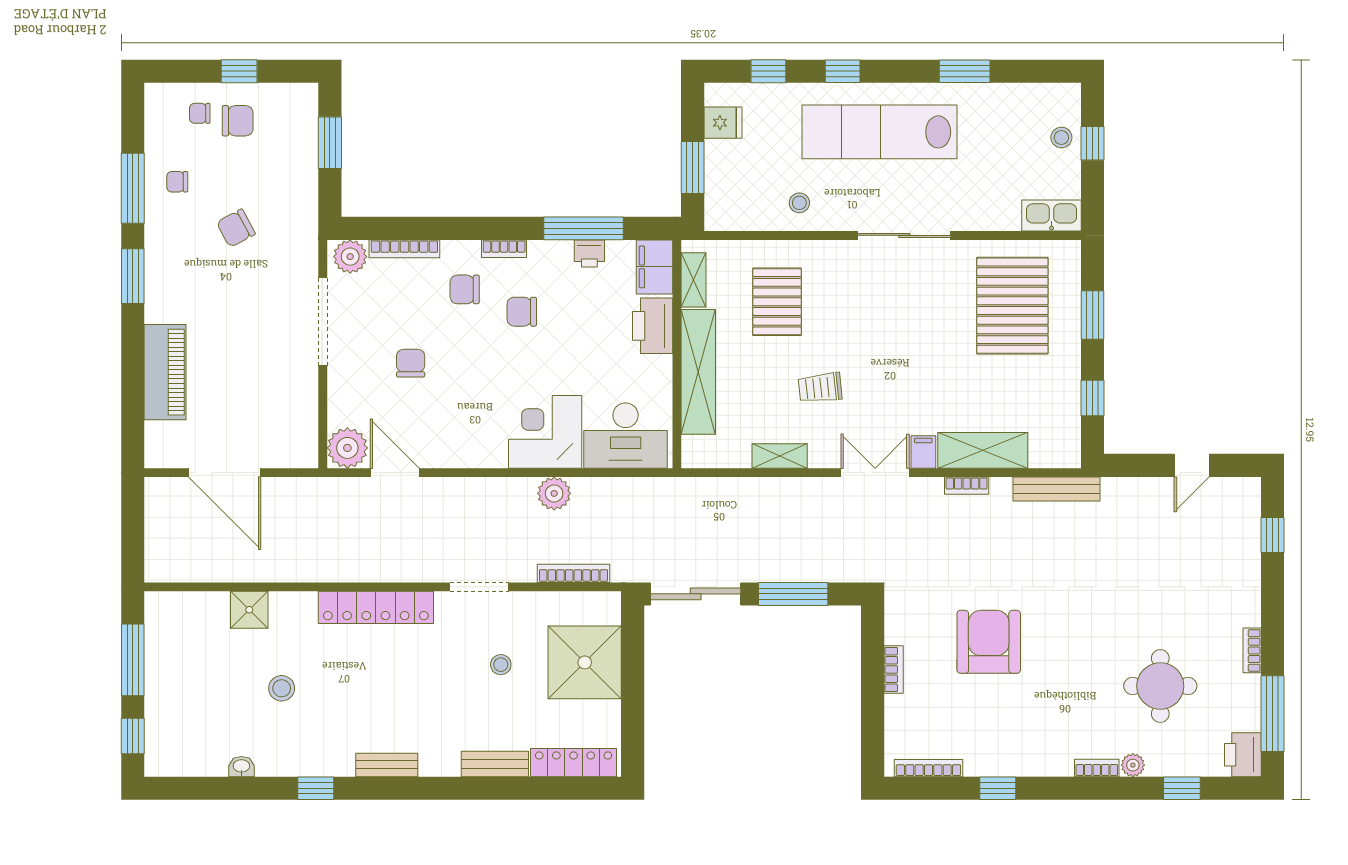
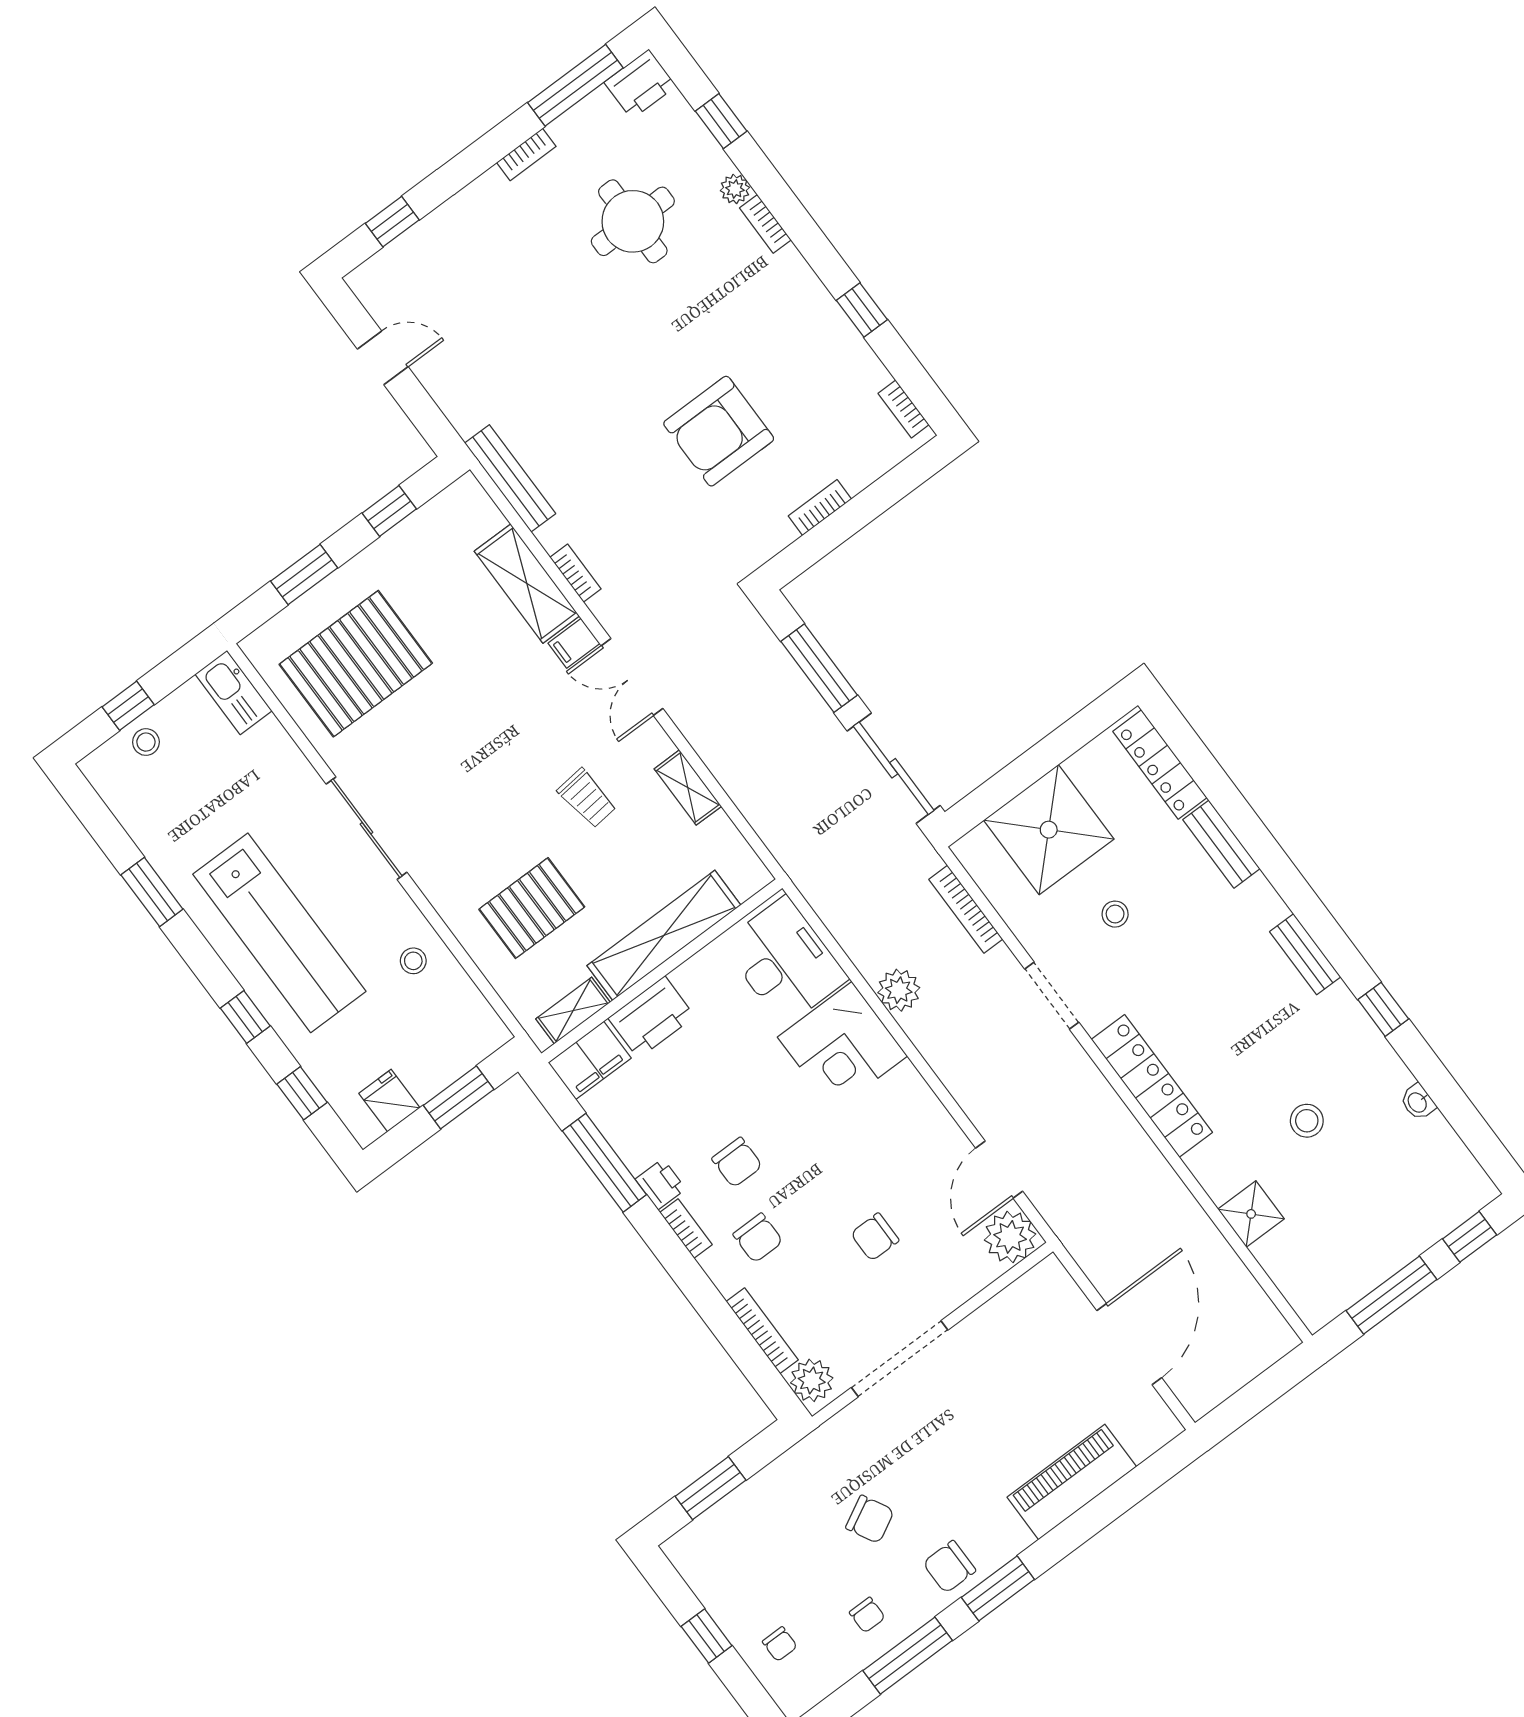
chair: (238, 121) -> (949, 1567), moved, turned -90
printer: (589, 253) -> (660, 1184), moved
bookcase: (928, 768) -> (904, 409), width x0.64

